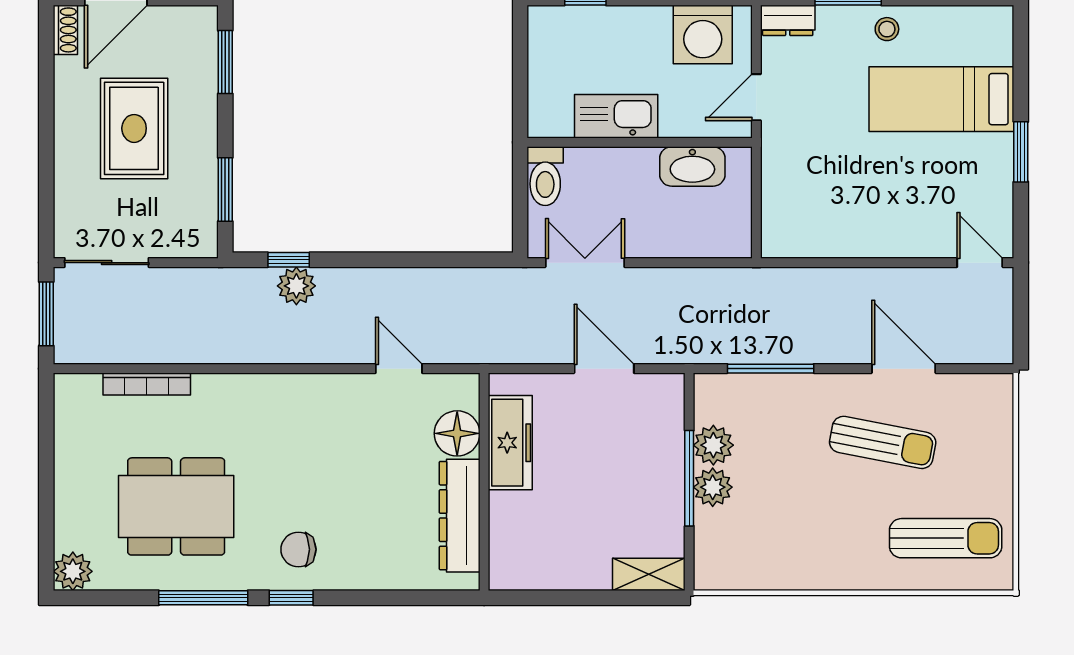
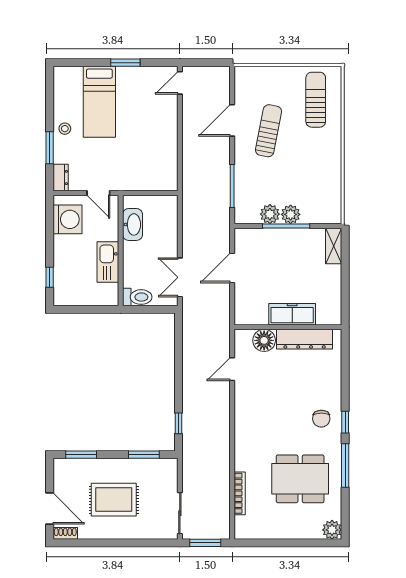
plant: (296, 286) -> (191, 420), removed
freezer: (510, 443) -> (292, 314), moved
dining table: (176, 506) -> (300, 479), turned 90

